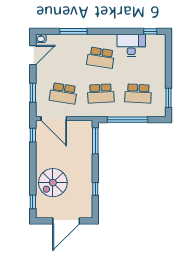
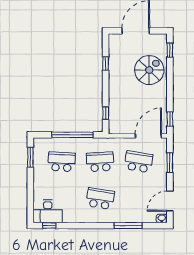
desk: (131, 45) -> (48, 211), moved
door: (54, 119) -> (148, 136), hinge flipped
window: (95, 141) -> (106, 113), width x0.46

